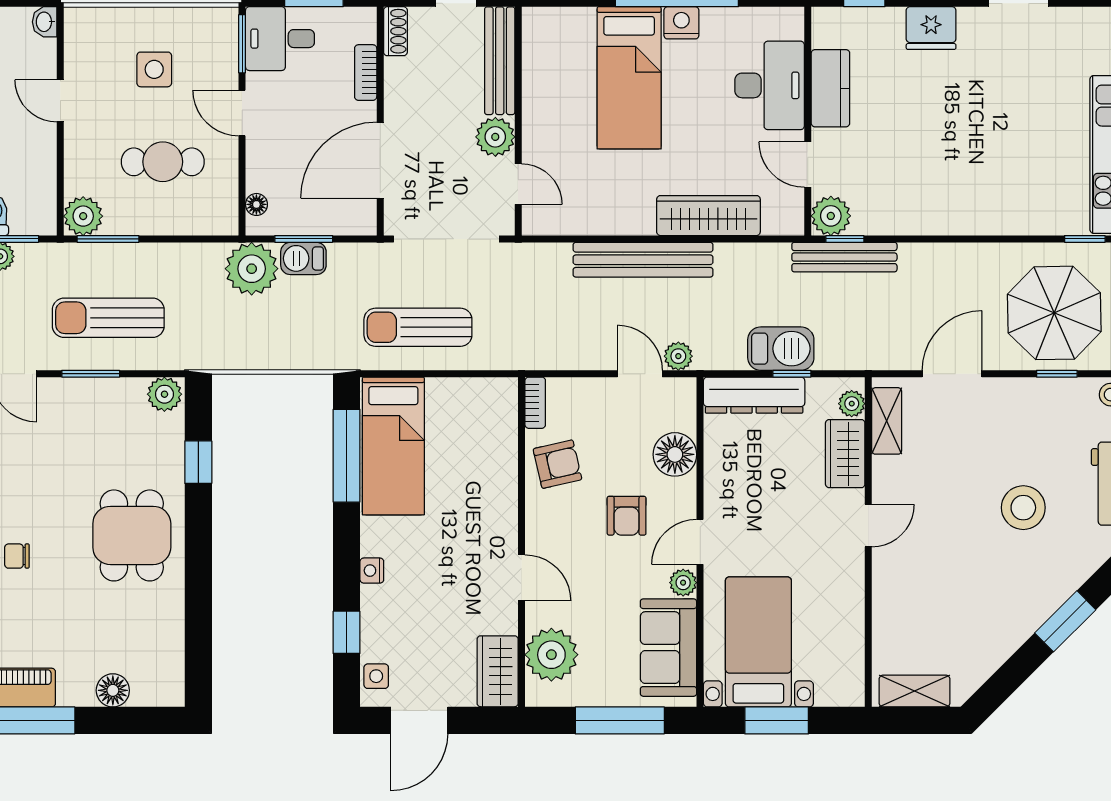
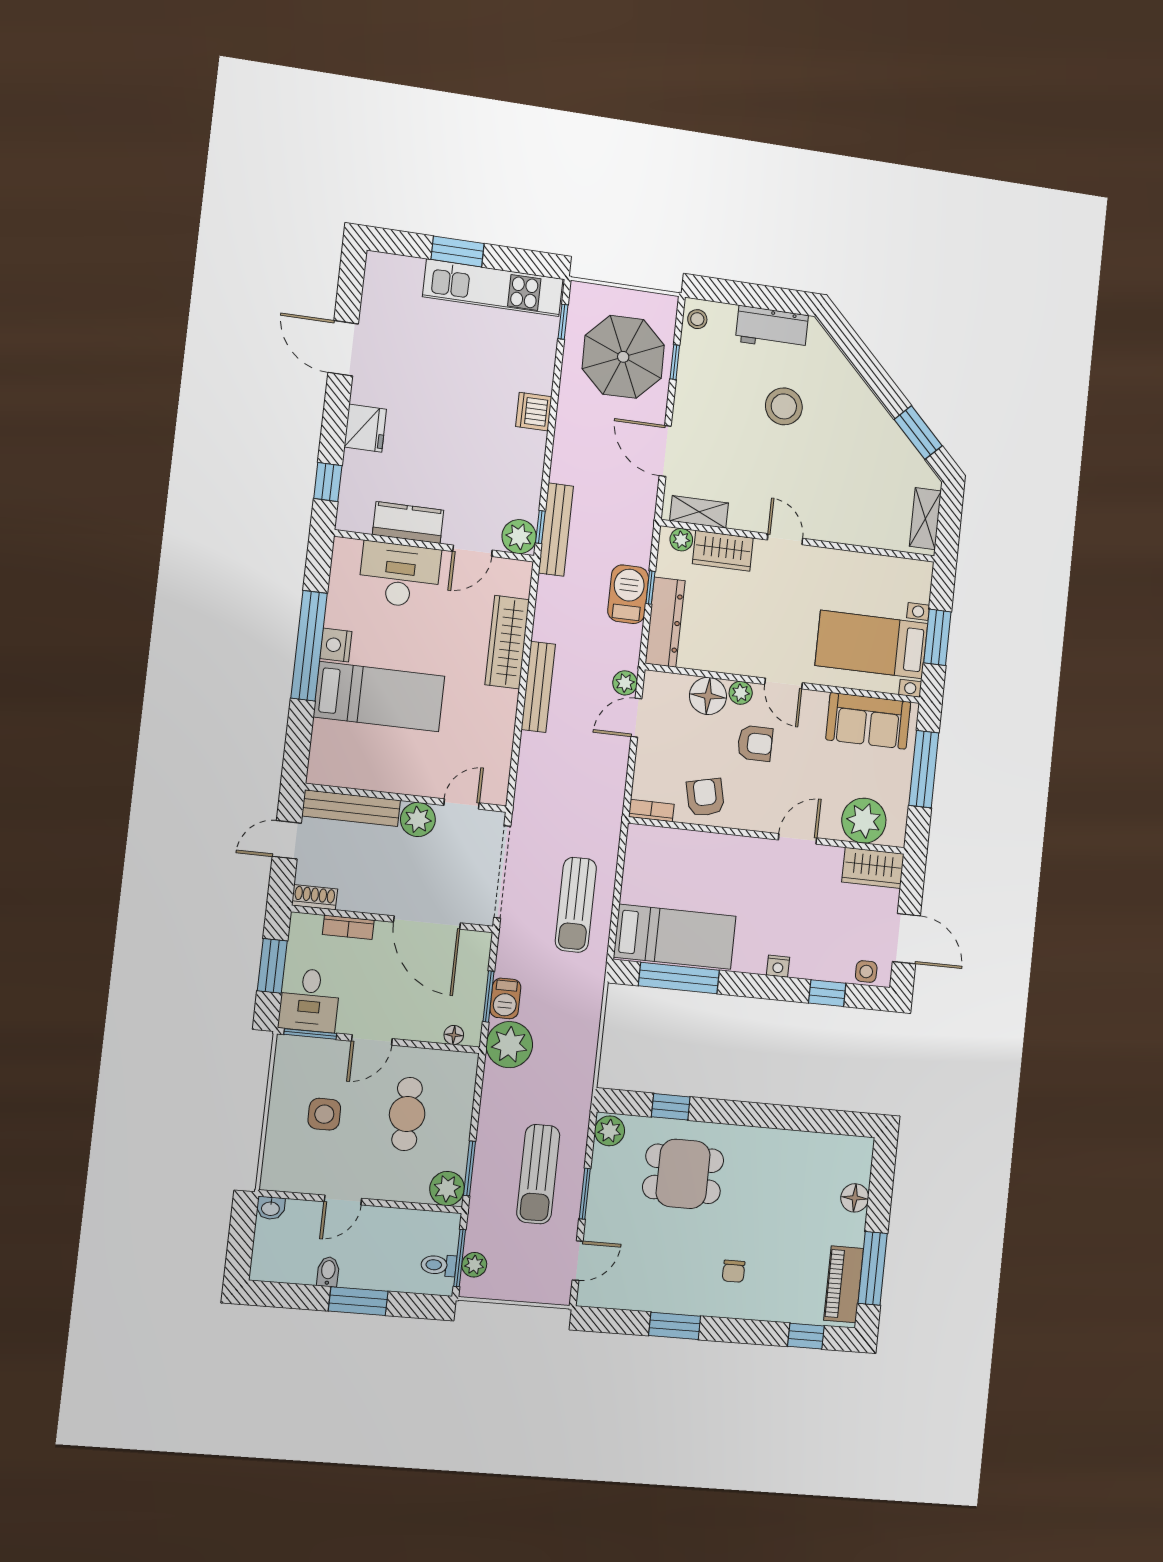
dishwasher: (977, 217) -> (534, 412), added
bench: (643, 260) -> (538, 687), width x0.73, depth x0.82
dining table: (132, 535) -> (683, 1174), moved
plant: (683, 583) -> (741, 693), moved
window: (1065, 621) -> (918, 433), moved

